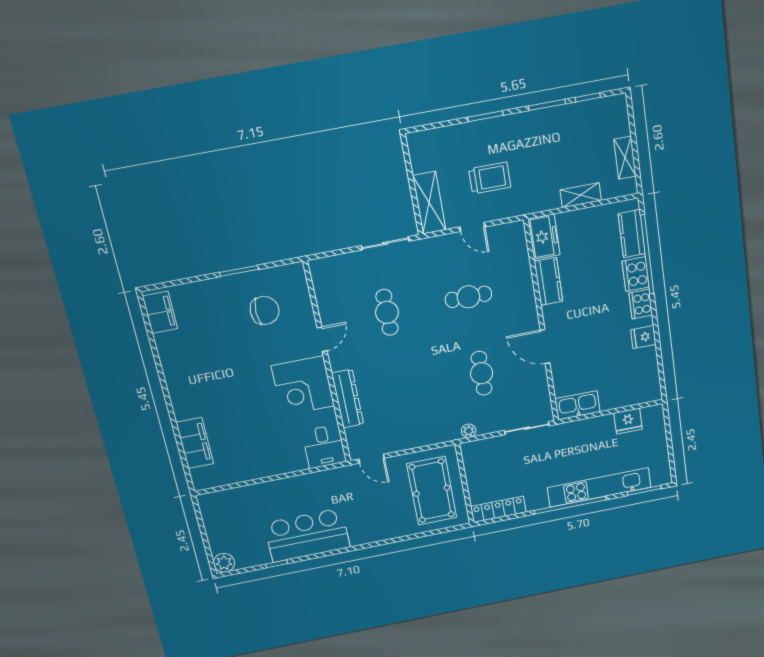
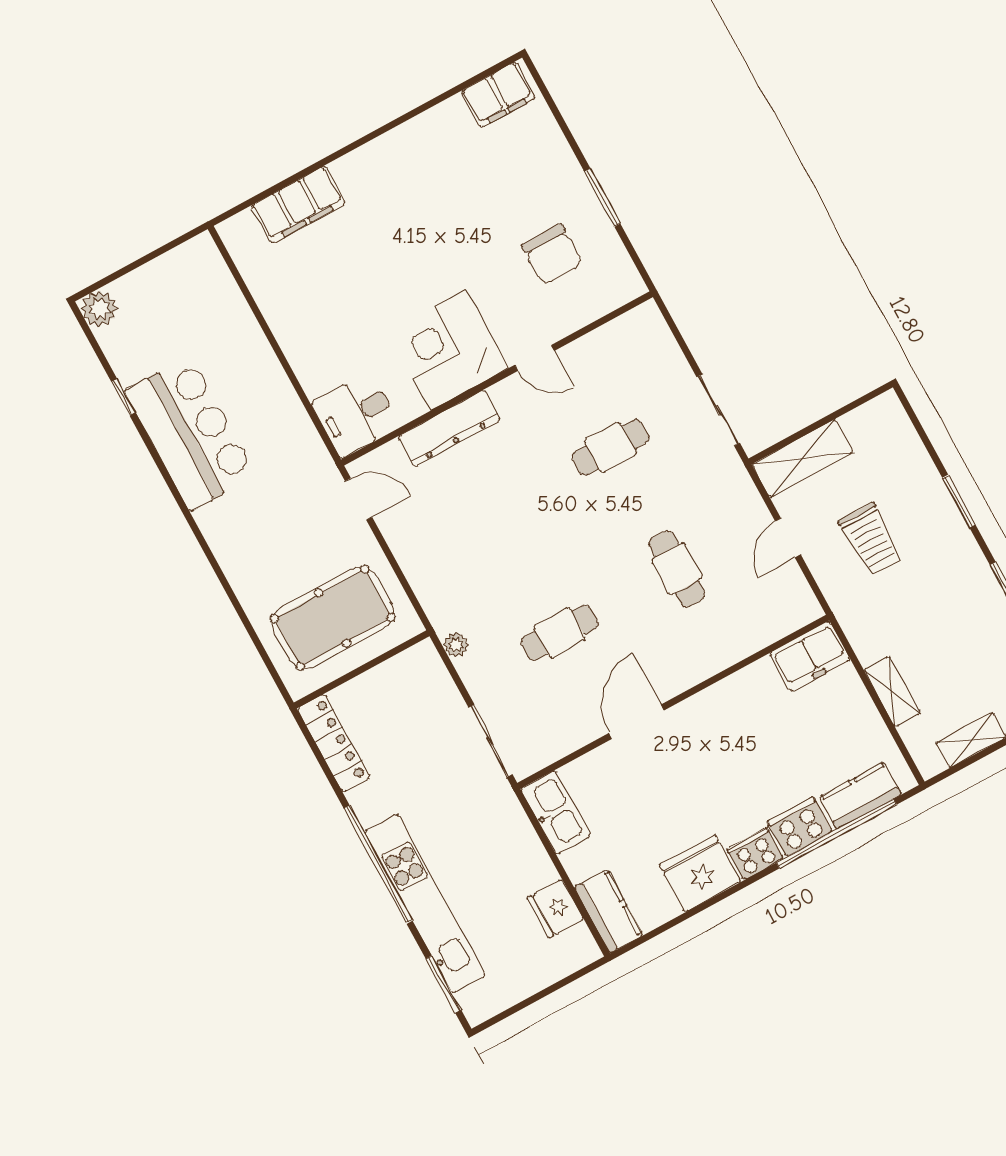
kitchen counter: (548, 281) -> (609, 911), moved, turned -90
fridge: (643, 337) -> (700, 873), width x1.88, depth x1.34
door: (372, 459) -> (359, 499), swing flipped

